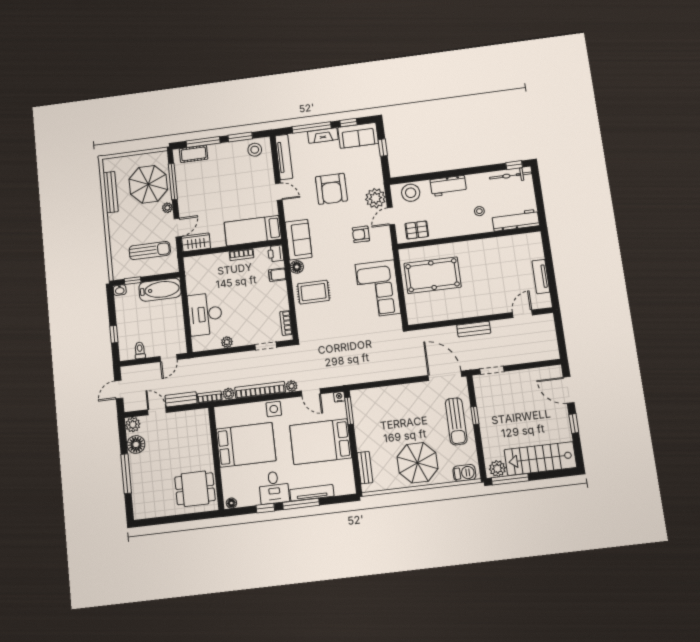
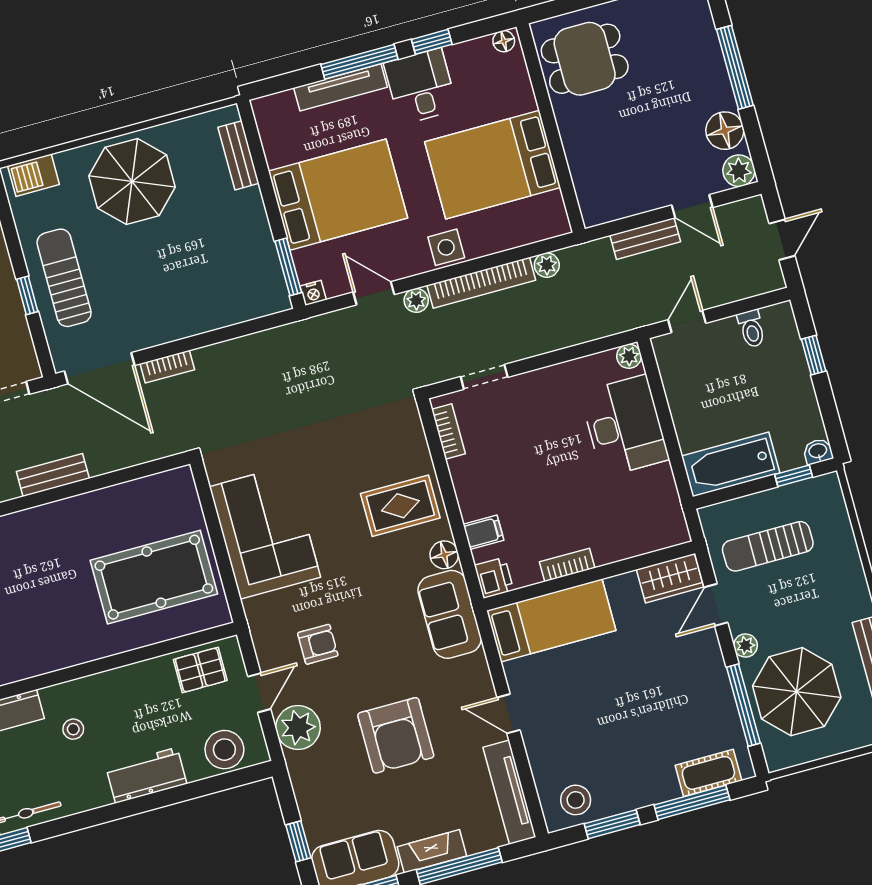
armchair: (331, 189) -> (396, 735), turned 180
plant: (227, 342) -> (629, 356), moved
bookcase: (210, 397) -> (167, 367), moved

